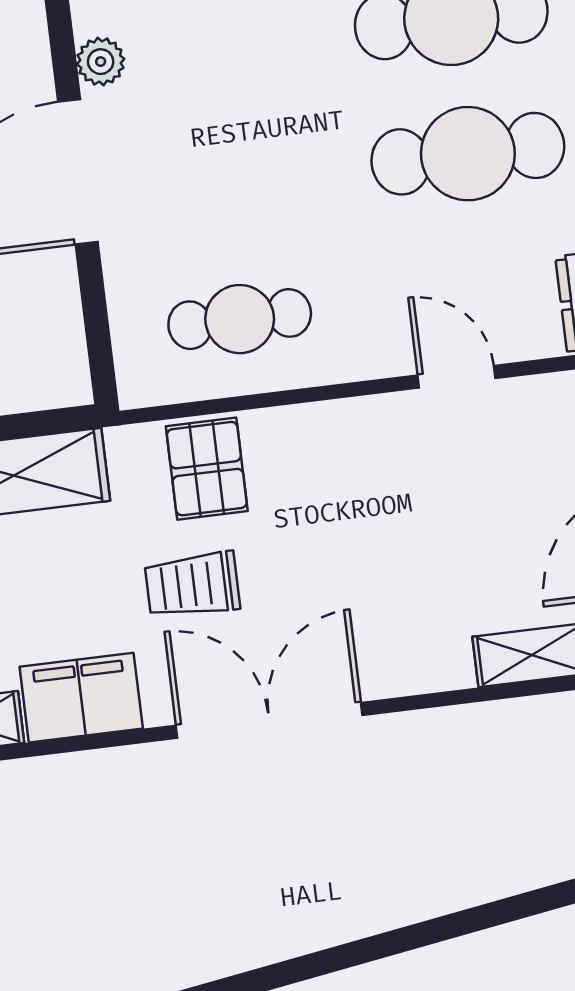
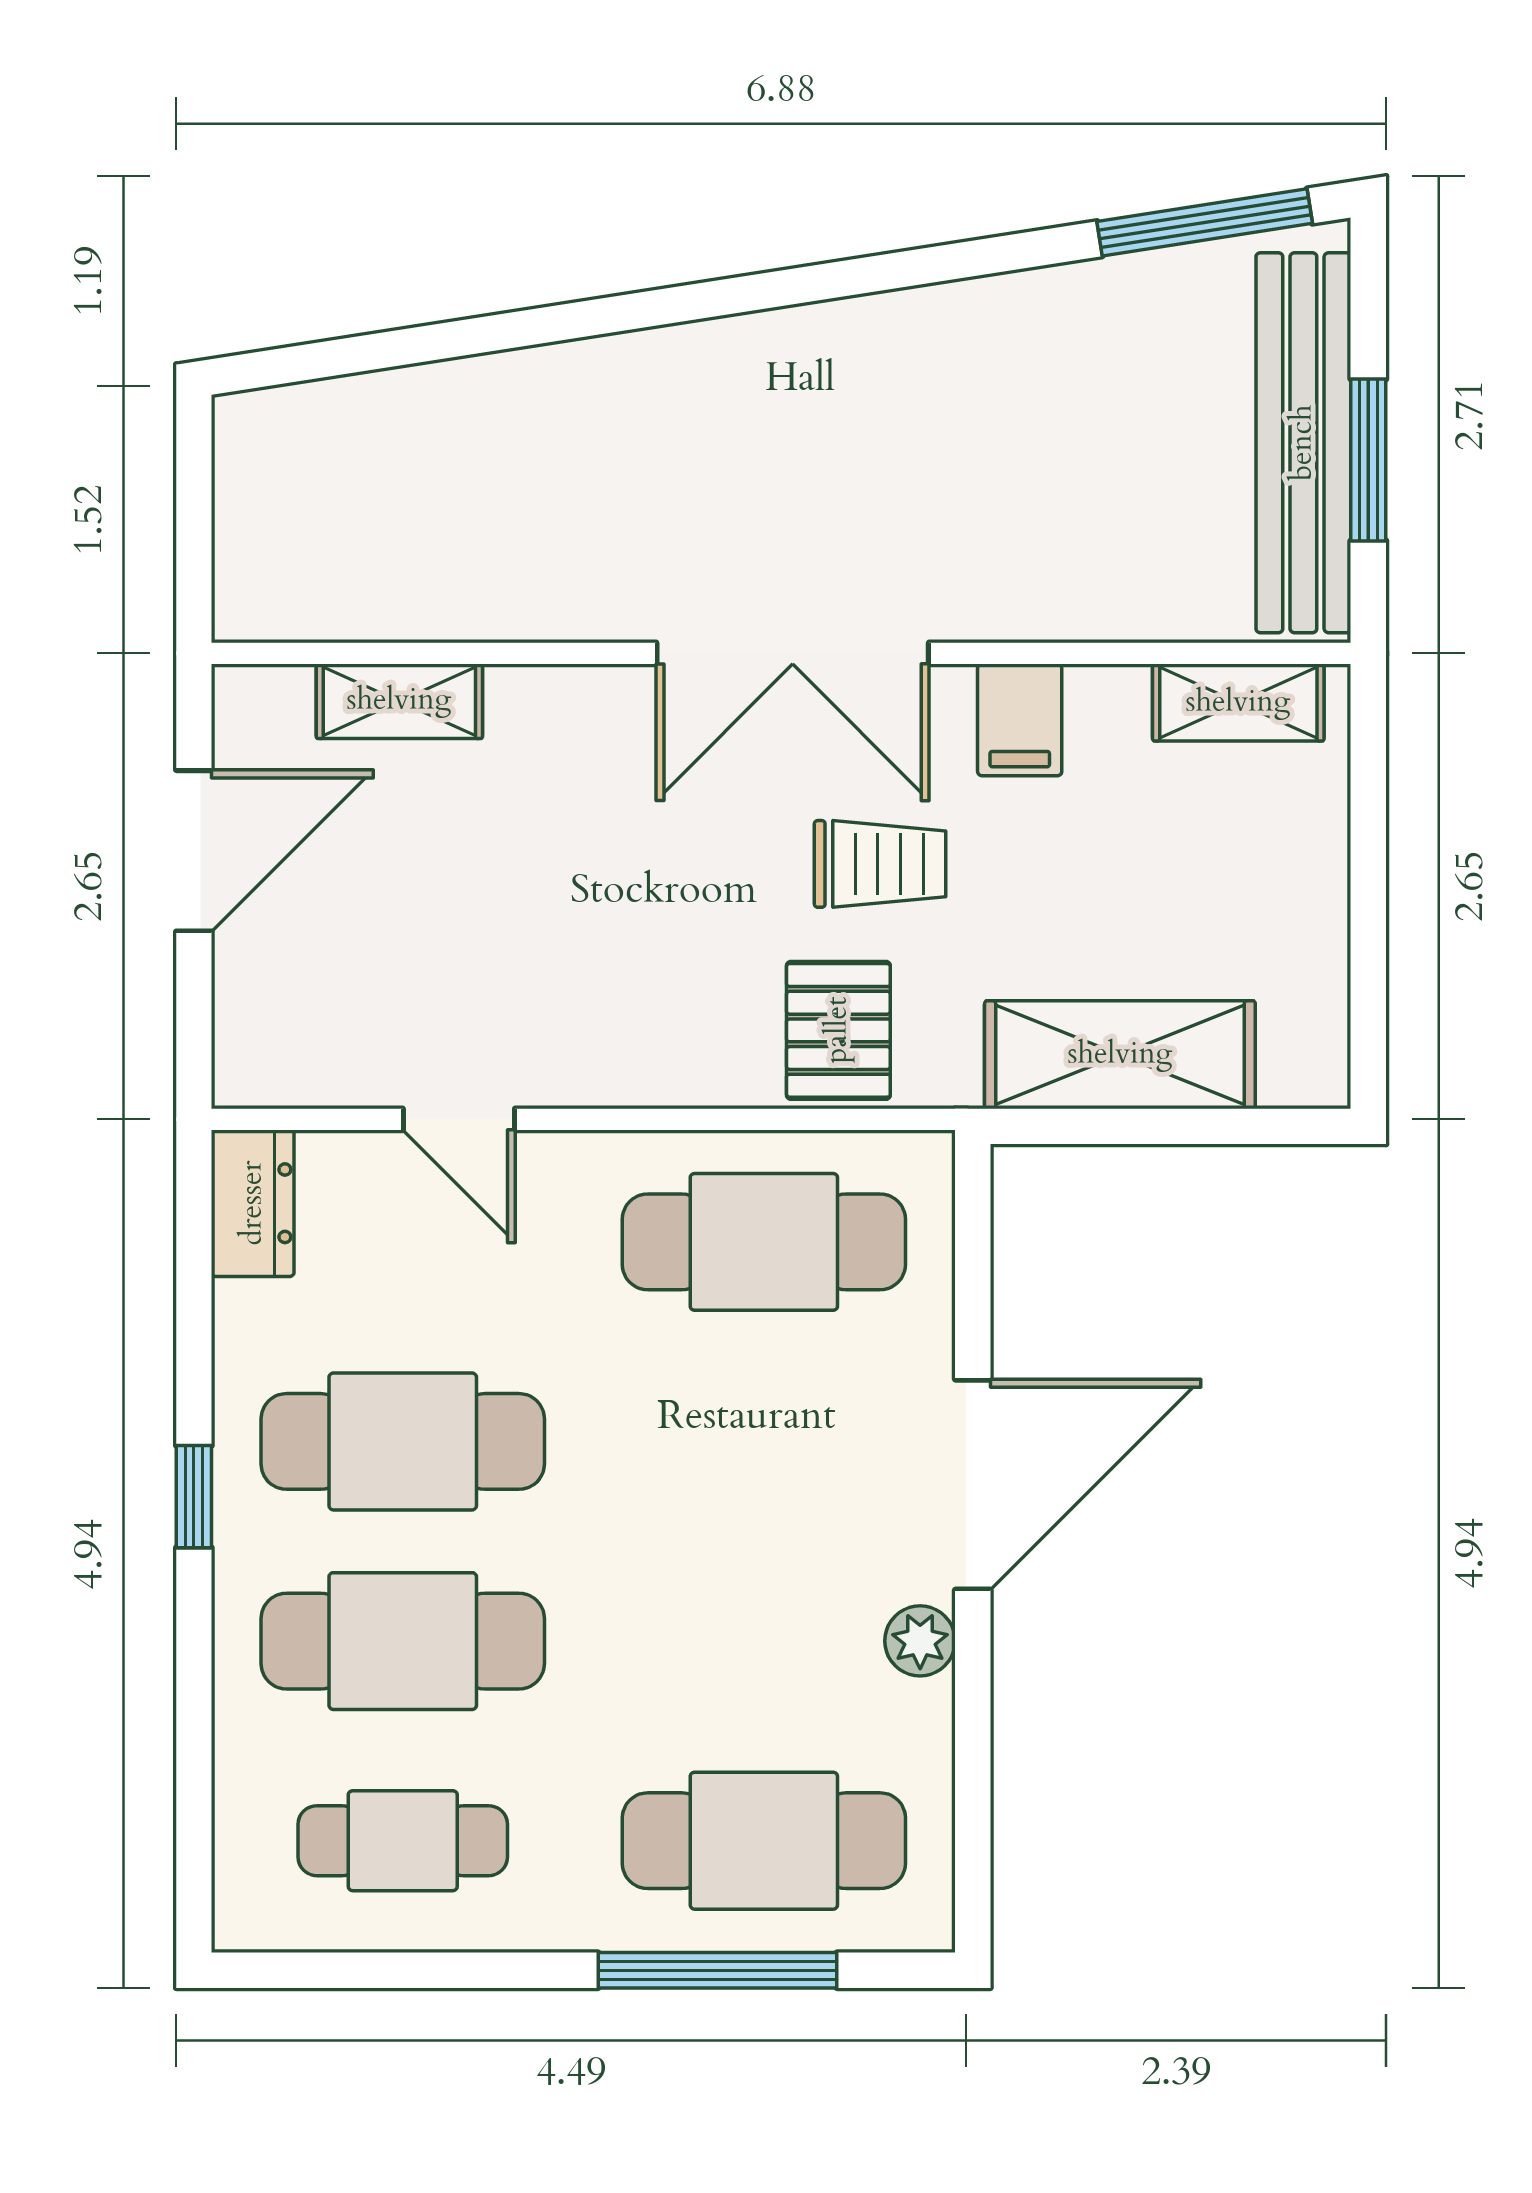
cafe table: (240, 319) -> (764, 1242), width x1.37, depth x1.35
filing cabinet: (81, 698) -> (1020, 720), width x0.50

